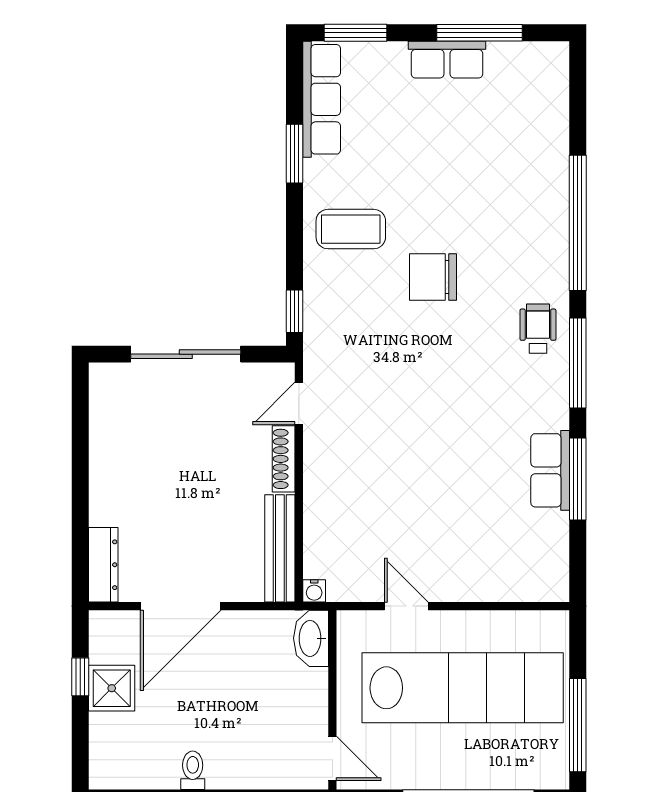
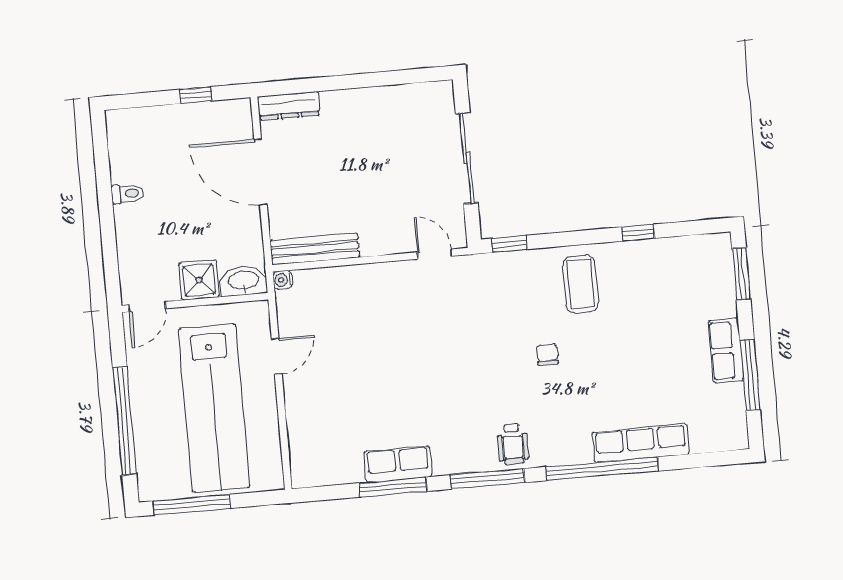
row of seats: (322, 99) -> (641, 443), moved, turned 180
window: (295, 154) -> (638, 233), width x0.67
chair: (433, 277) -> (547, 355), width x0.54, depth x0.54
wheelchair: (538, 329) -> (513, 444), turned 90
shoe rack: (284, 459) -> (388, 246), removed
shower: (112, 688) -> (199, 280), moved

